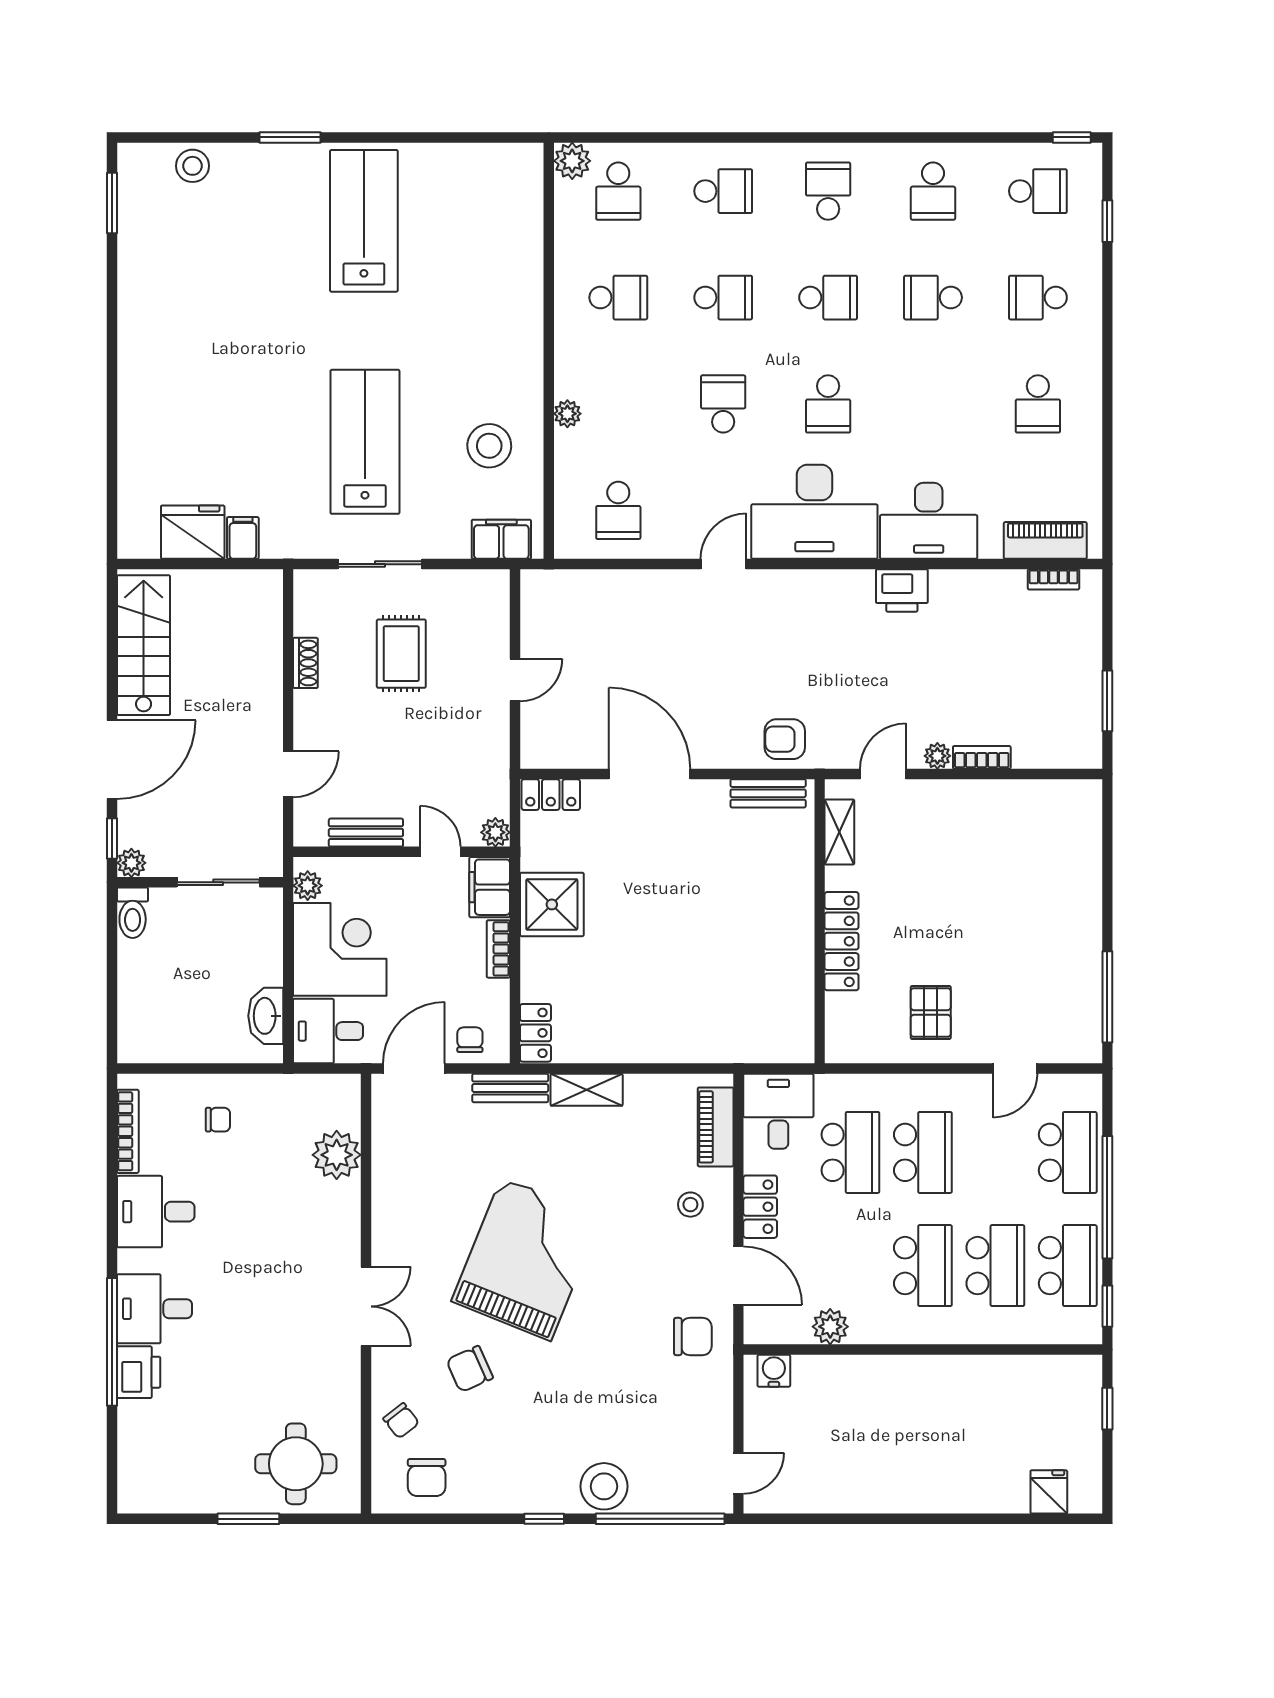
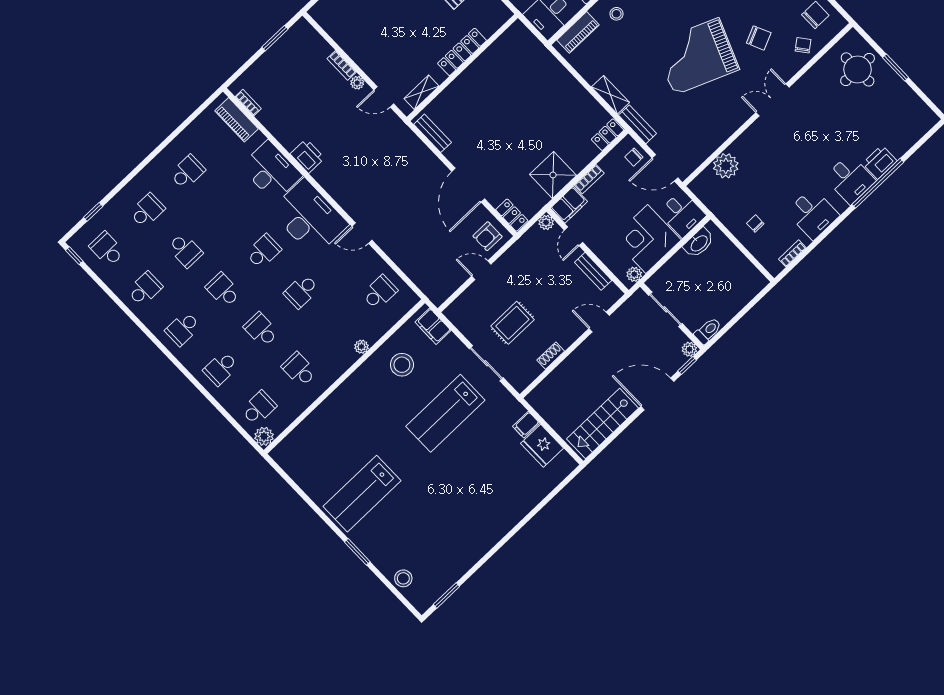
school desk: (723, 191) -> (221, 368), turned -90
school desk: (1038, 298) -> (147, 211), turned -90
armchair: (785, 739) -> (487, 236), moved, turned 90
bookcase: (128, 1131) -> (792, 253), width x0.64

